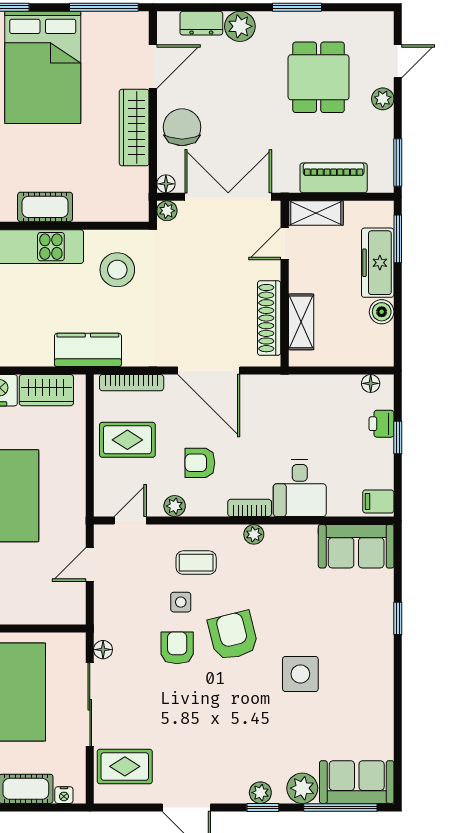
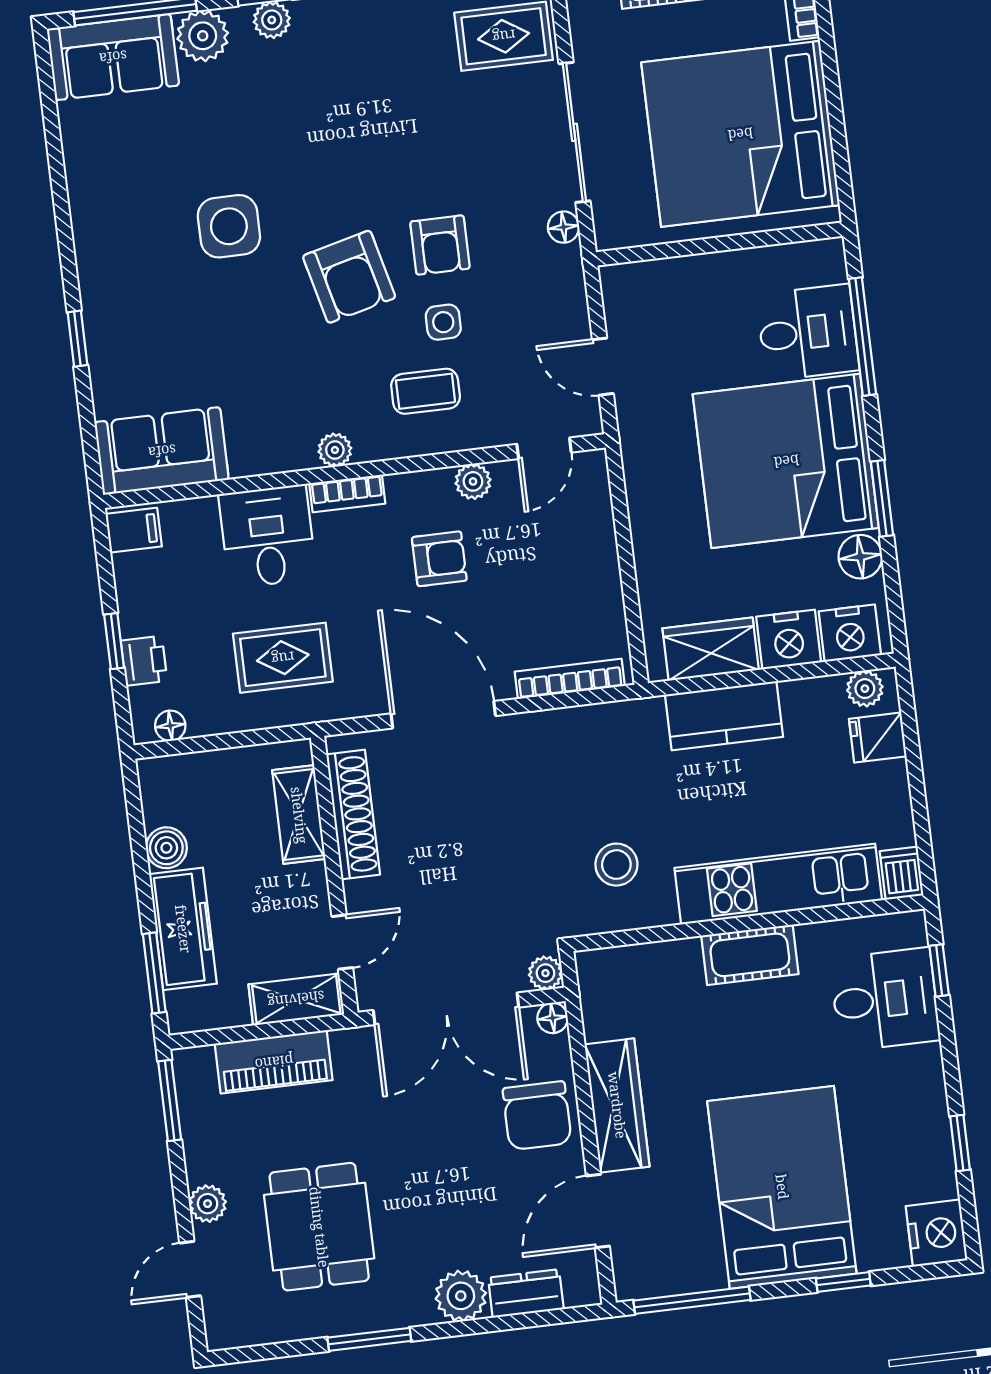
stool: (117, 270) -> (616, 865), width x0.73, depth x0.73
kitchen counter: (88, 350) -> (724, 716), moved
rug: (127, 440) -> (283, 658), moved
door: (90, 564) -> (603, 367), swing flipped

